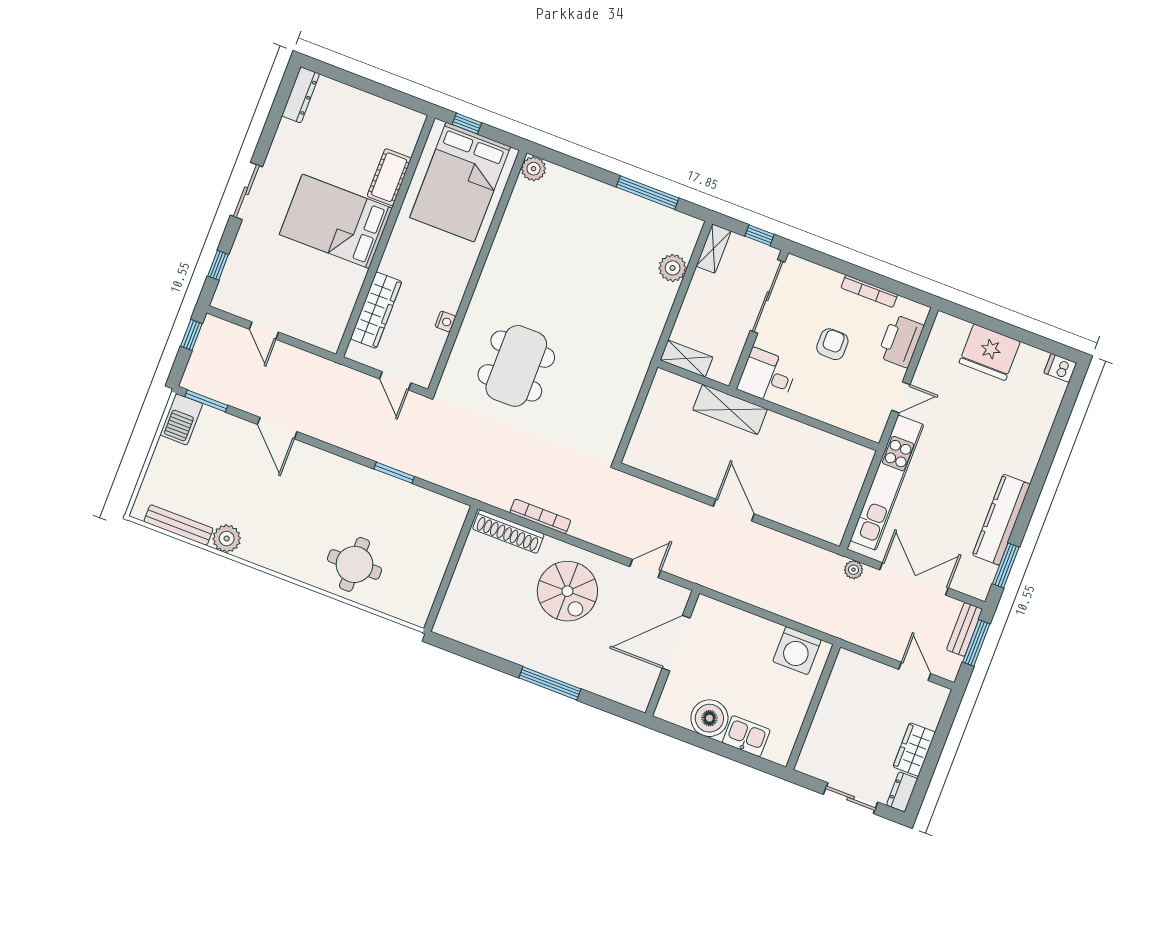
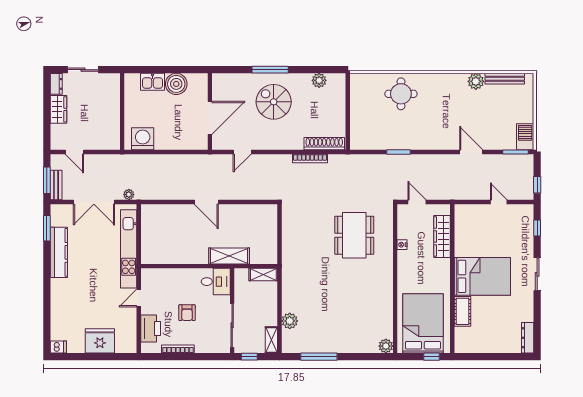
spiral stairs: (567, 591) -> (274, 102), moved
plant: (478, 636) -> (319, 80), added

